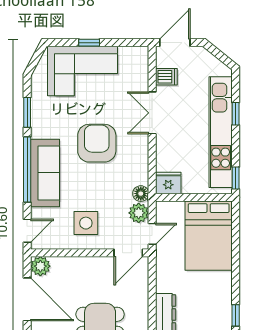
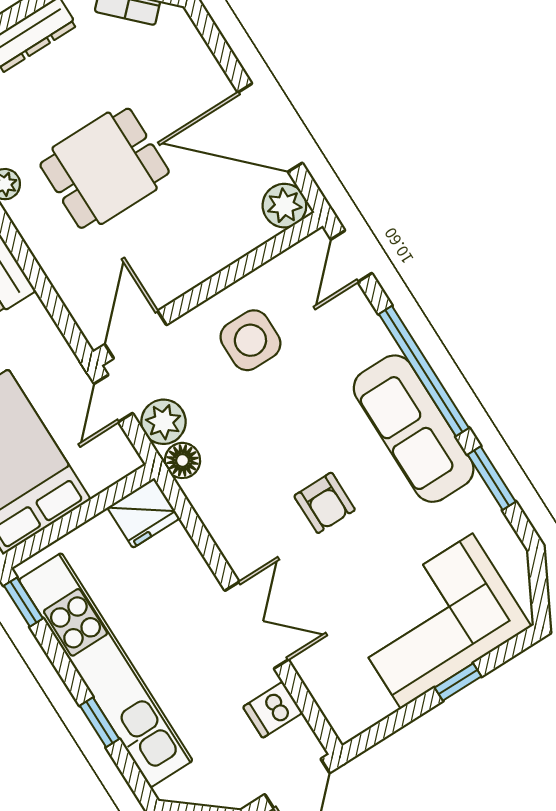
armchair: (97, 143) -> (325, 503), width x0.53, depth x0.53
sofa: (45, 173) -> (414, 429), moved

